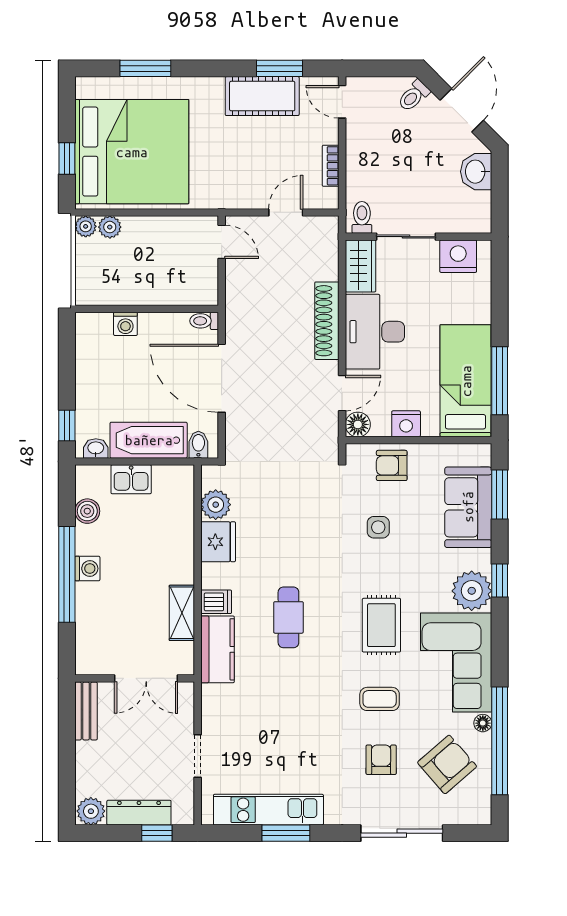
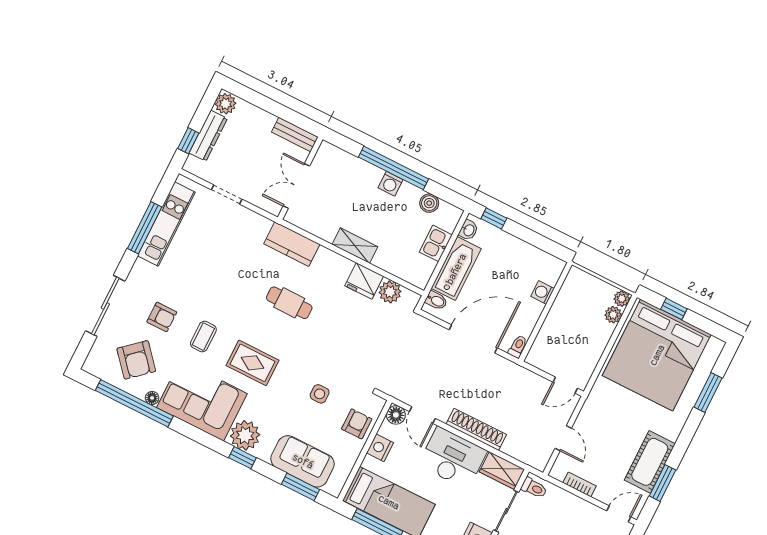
dishwasher: (216, 602) -> (324, 259), removed
shelving: (182, 613) -> (355, 246), moved
window: (286, 833) -> (145, 228), width x1.44

